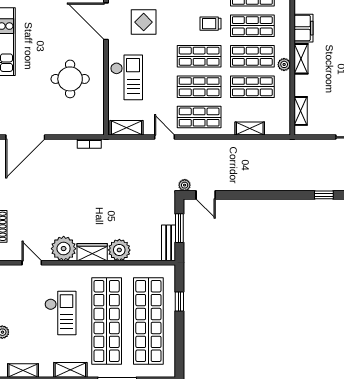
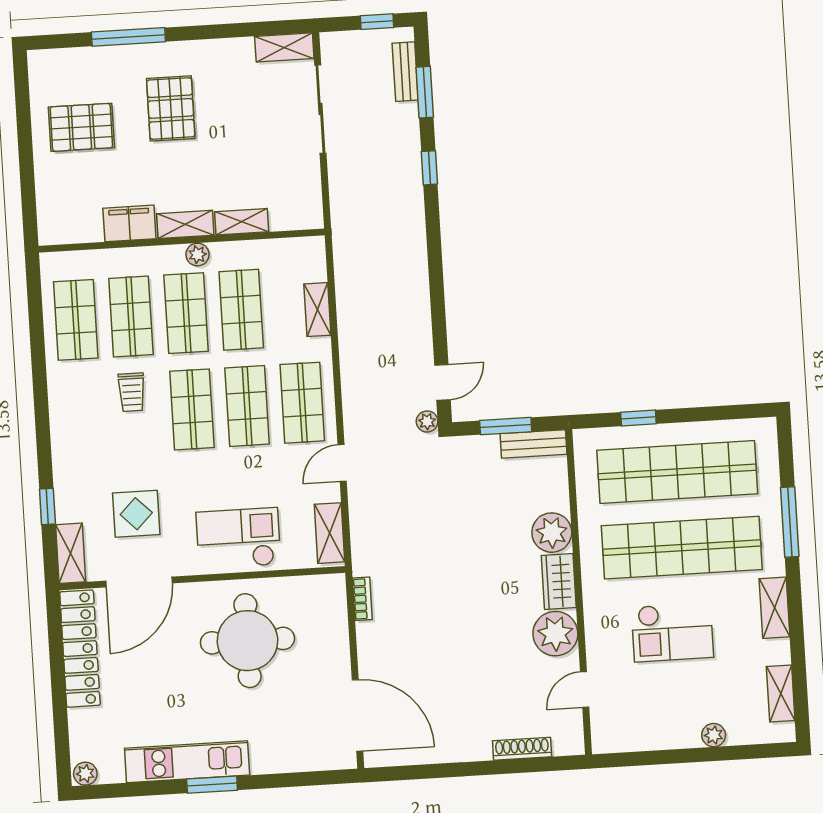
round table: (70, 79) -> (247, 641), width x1.36, depth x1.36
shelving: (301, 111) -> (242, 222), moved
checkout: (60, 313) -> (672, 632), turned 180

